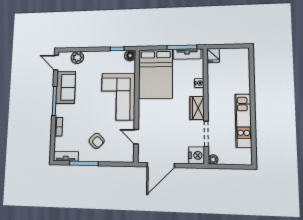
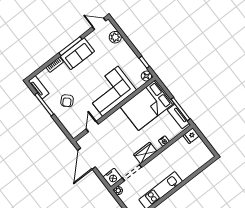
door: (56, 63) -> (99, 24), hinge flipped
sofa: (66, 87) -> (77, 54), moved
door: (161, 165) -> (86, 159), hinge flipped

